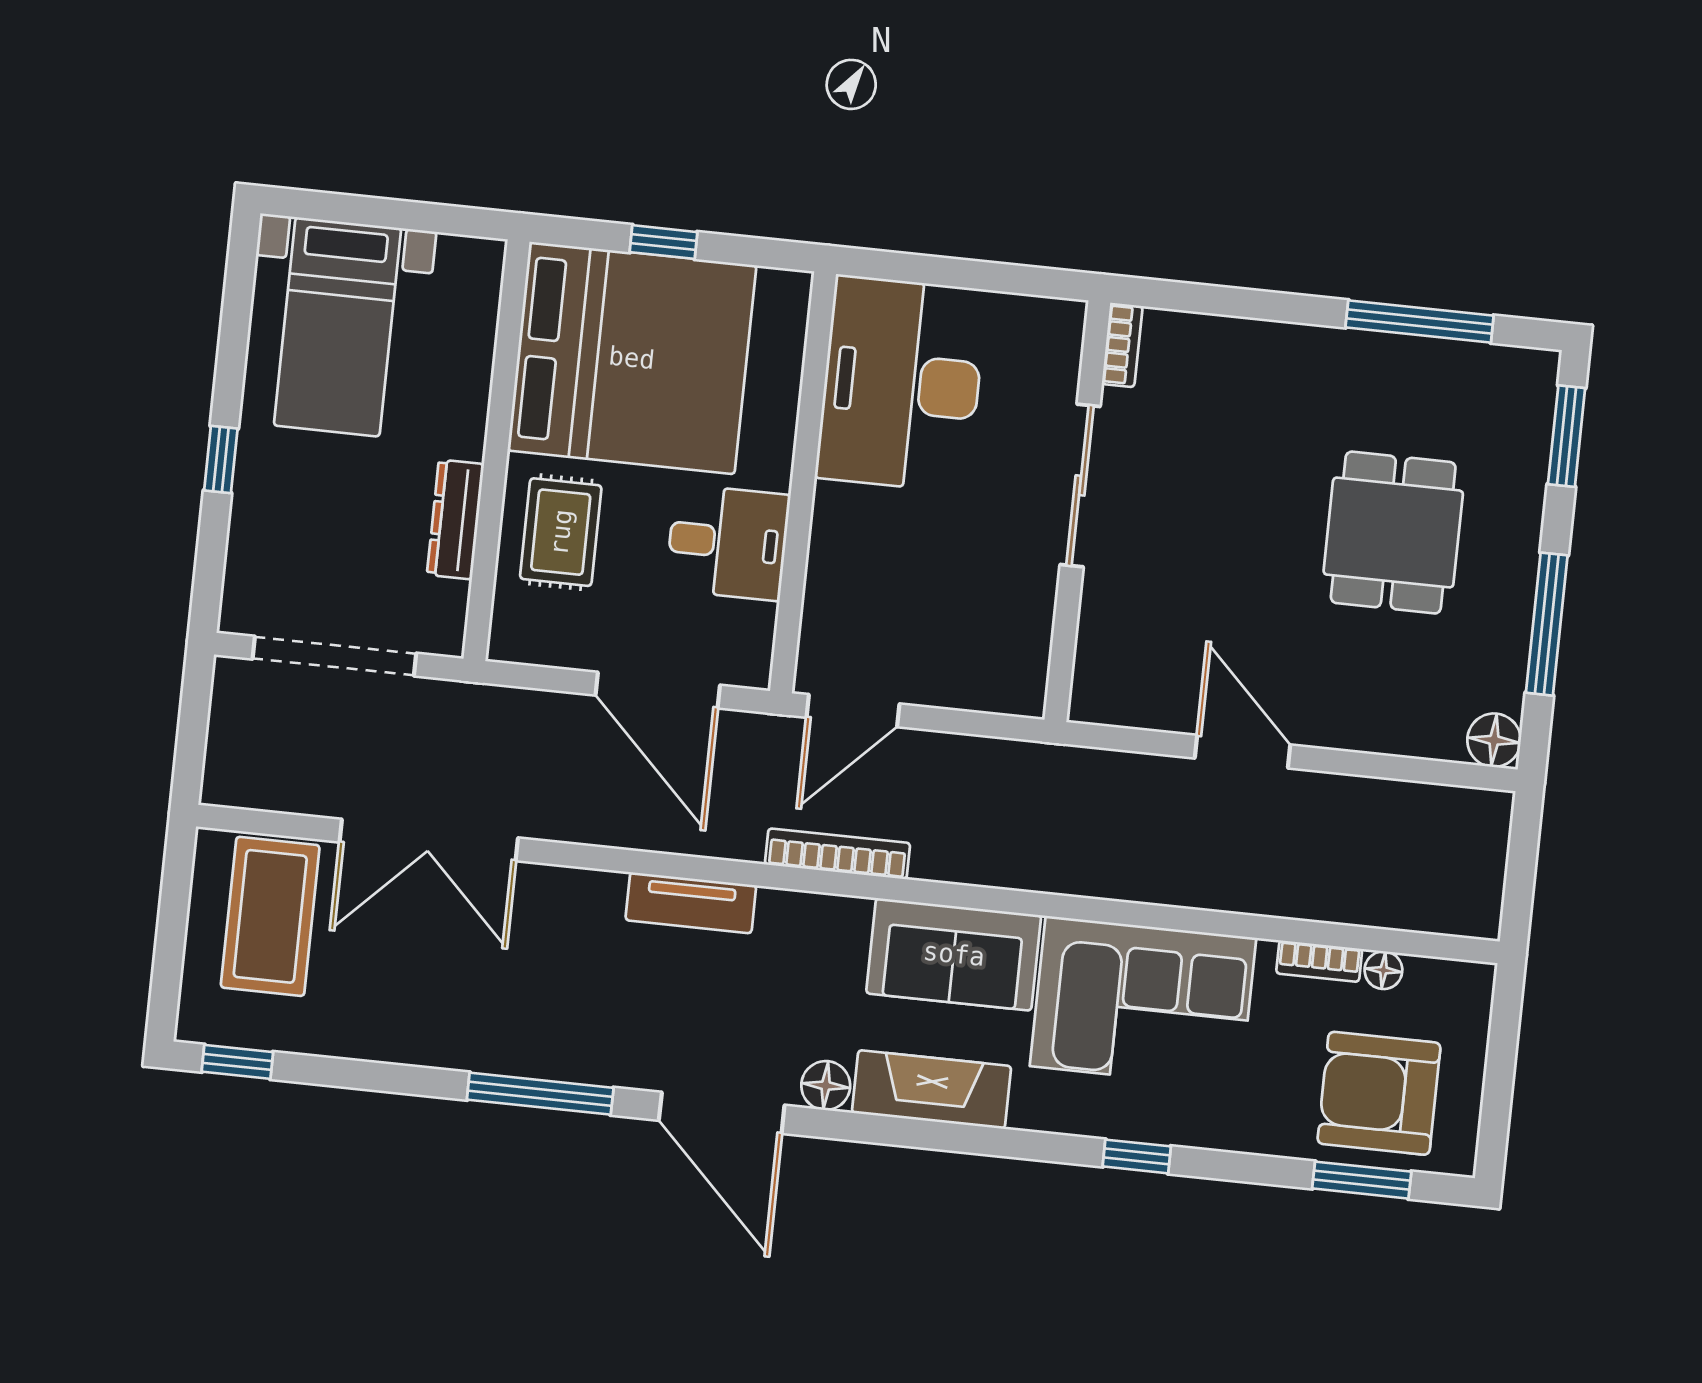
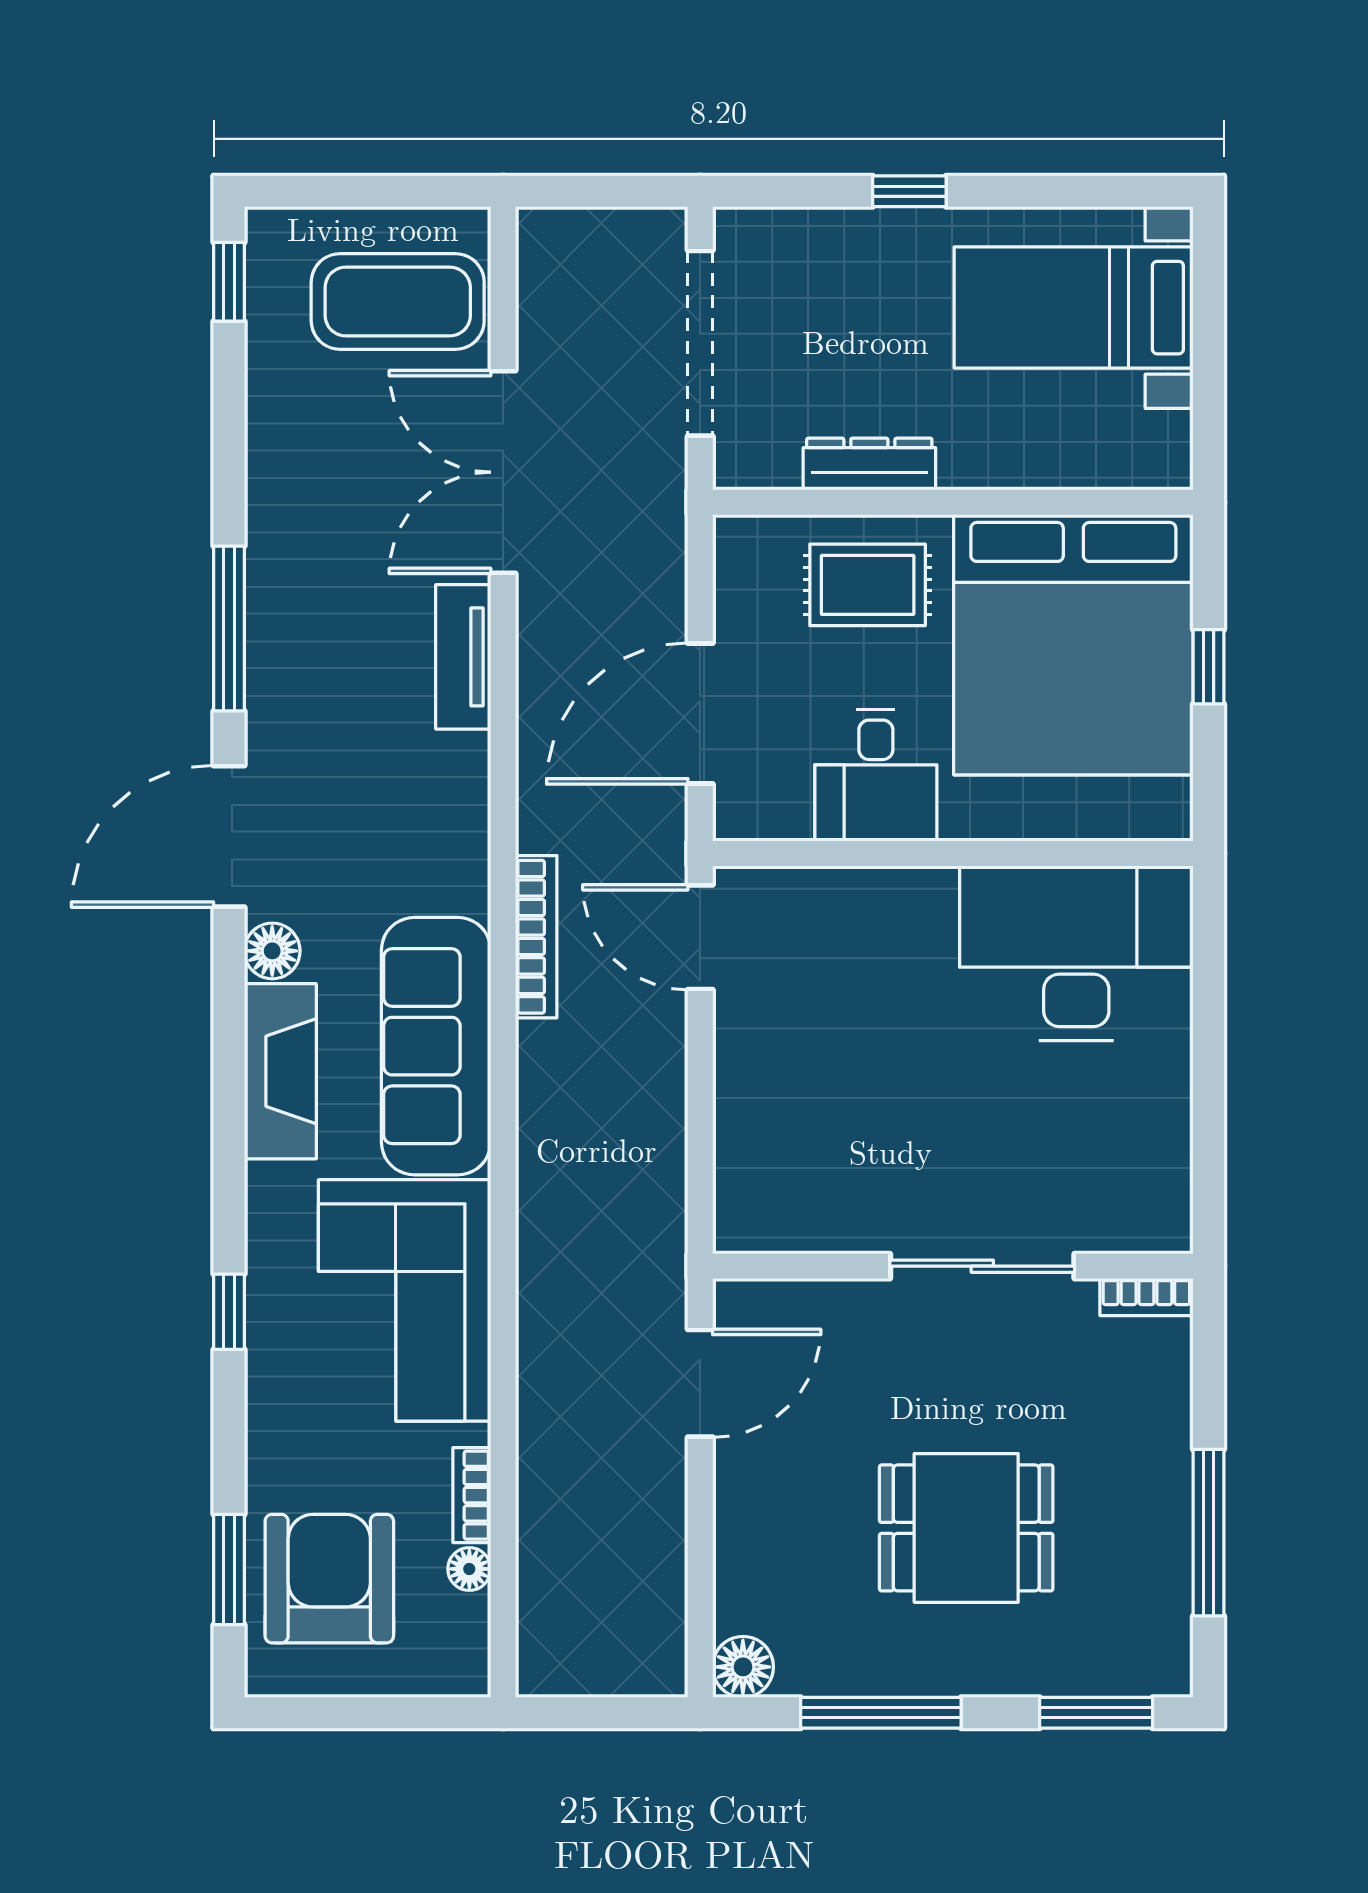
bookcase: (1122, 345) -> (1146, 1297), moved
sliding door: (1080, 485) -> (982, 1266), moved
wall: (1077, 511) -> (953, 1266), moved
tv unit: (691, 903) -> (463, 657), moved
sofa: (954, 954) -> (436, 1046), width x1.36

